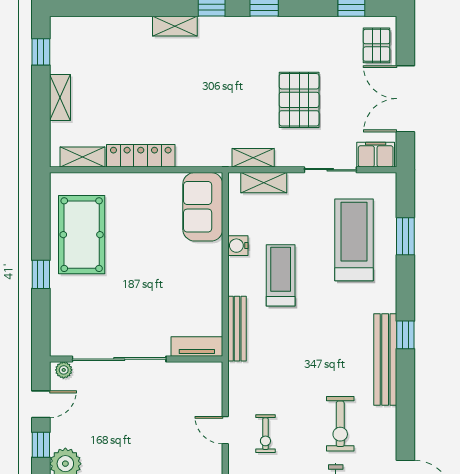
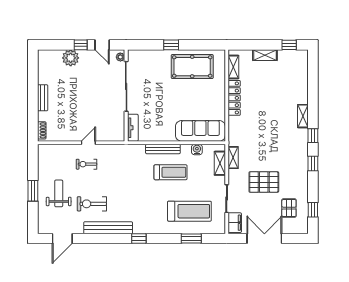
pallet: (377, 45) -> (289, 208), moved, turned 90
sofa: (203, 207) -> (200, 131), width x1.36
water cooler: (238, 246) -> (197, 150), moved
bench: (237, 329) -> (163, 149), moved
bench: (385, 359) -> (108, 228), moved

